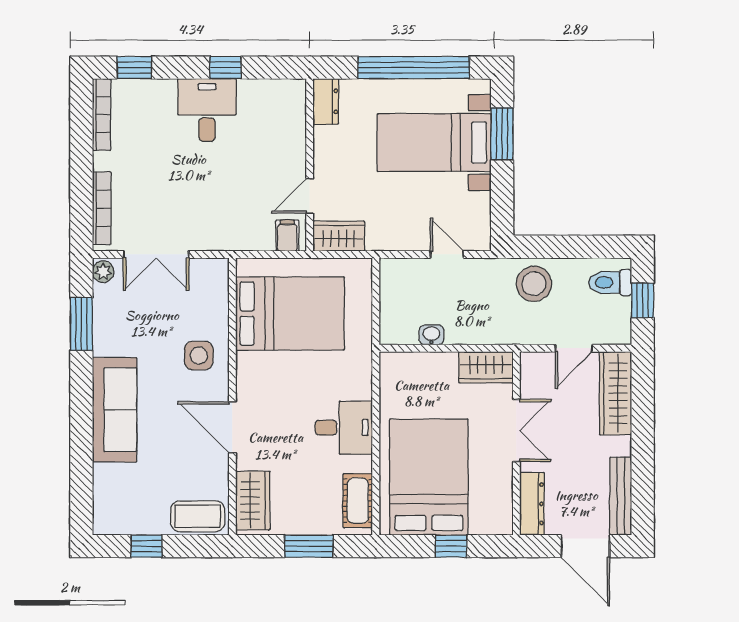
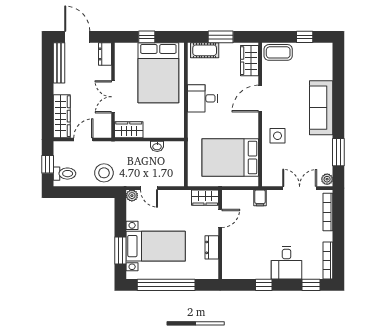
dresser: (326, 101) -> (212, 247), moved
desk: (207, 110) -> (287, 263), moved
filing cabinet: (287, 236) -> (260, 198), moved
plant: (480, 240) -> (132, 196), added
door: (232, 427) -> (260, 99), swing flipped
cot: (358, 501) -> (205, 50), moved, turned 90
dresser: (532, 504) -> (105, 54), width x0.70

